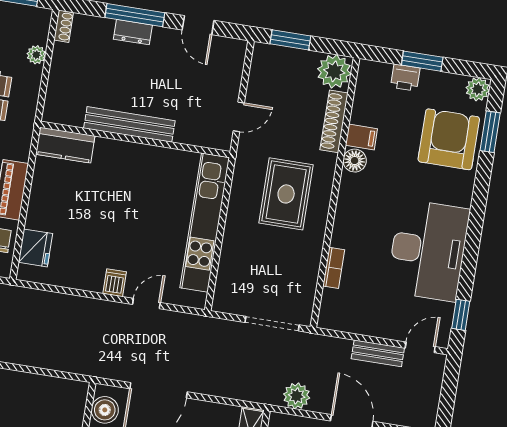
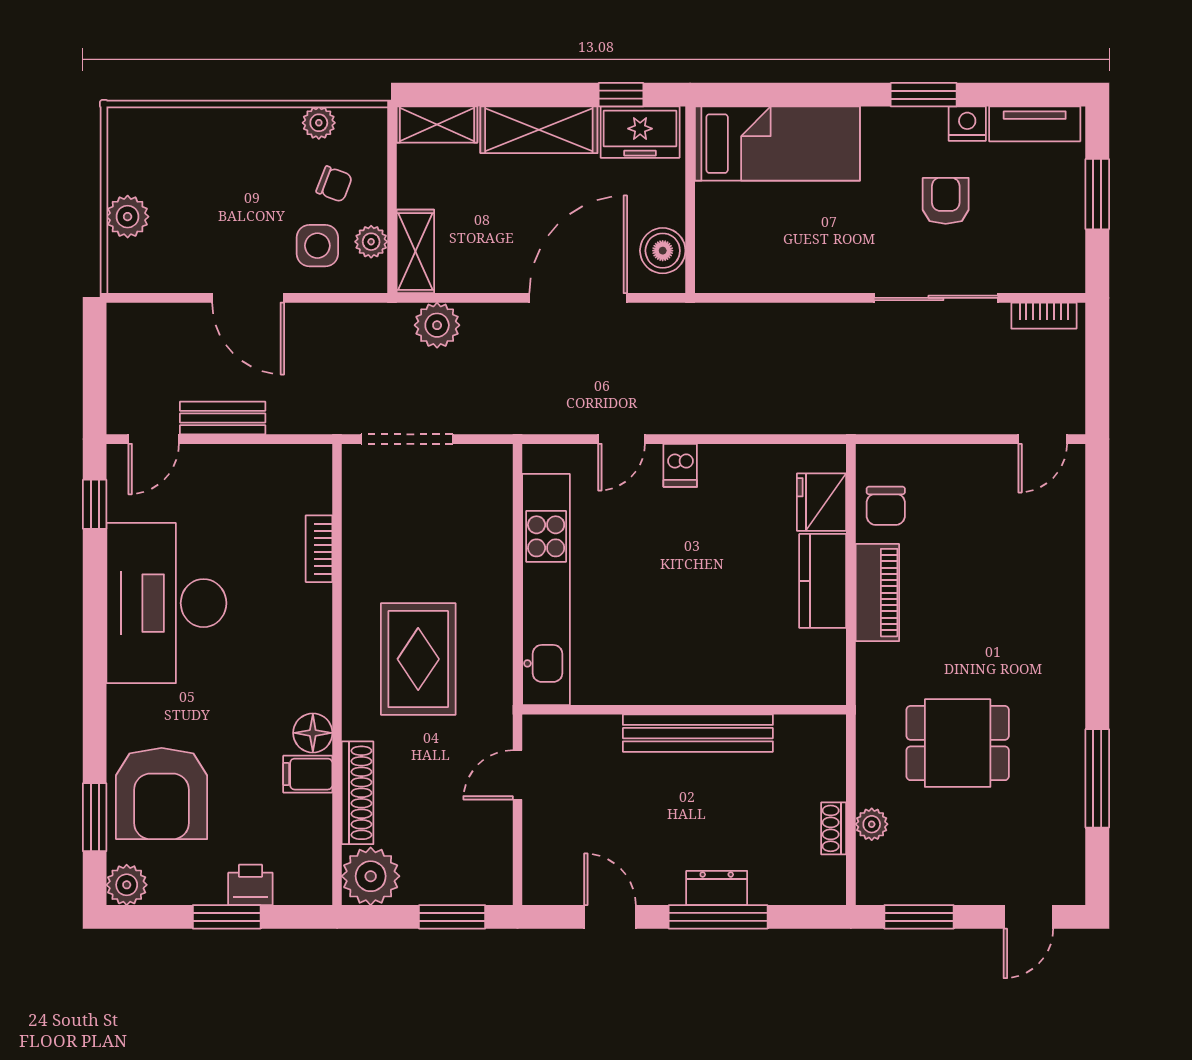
shoe rack: (64, 26) -> (834, 828), moved
kitchen counter: (65, 145) -> (823, 581), moved, turned -90
plant: (297, 396) -> (437, 325), moved

